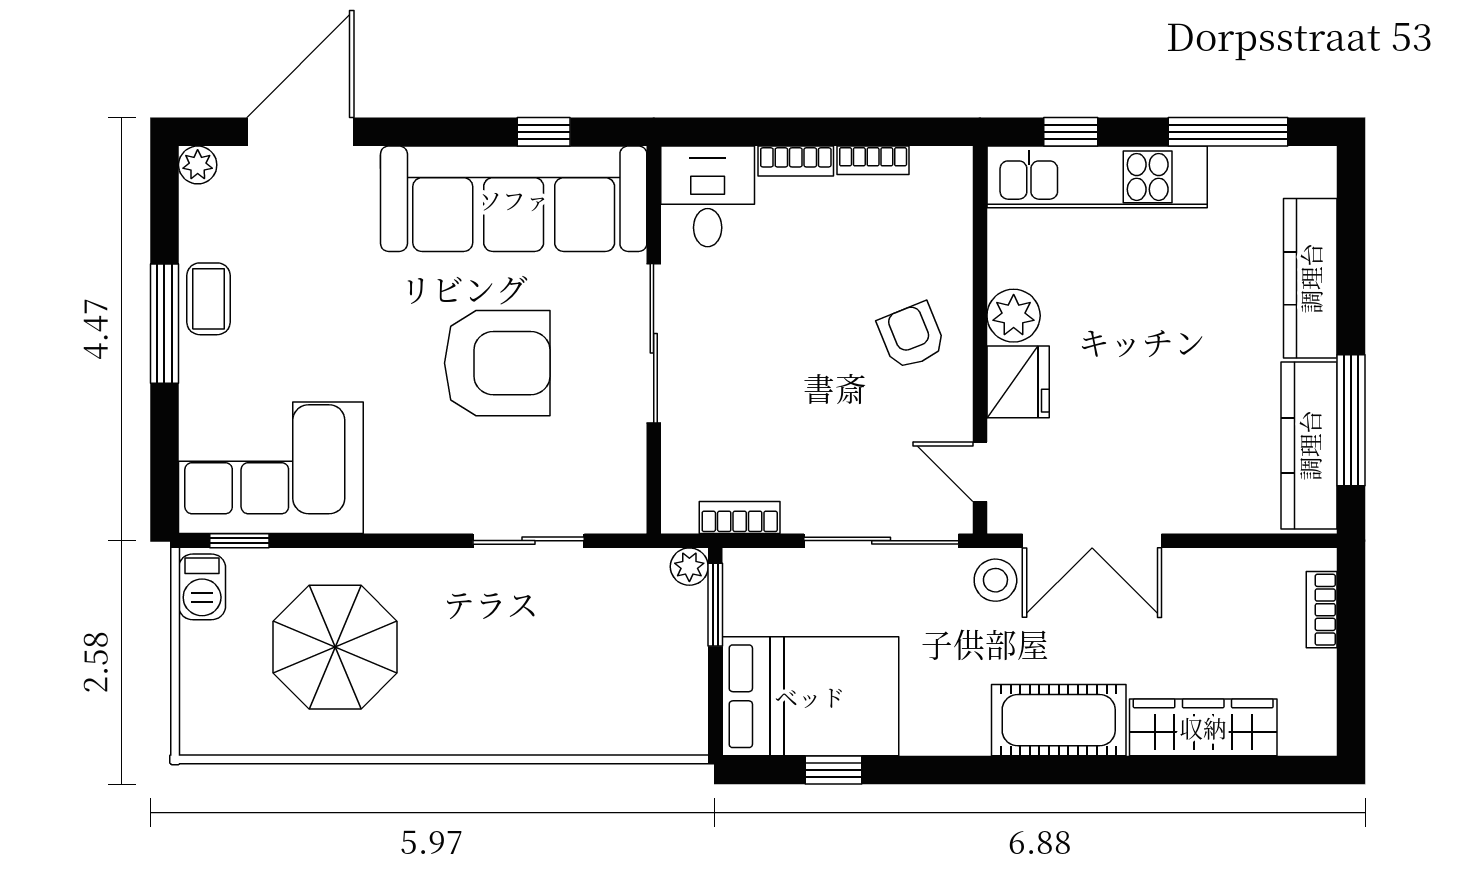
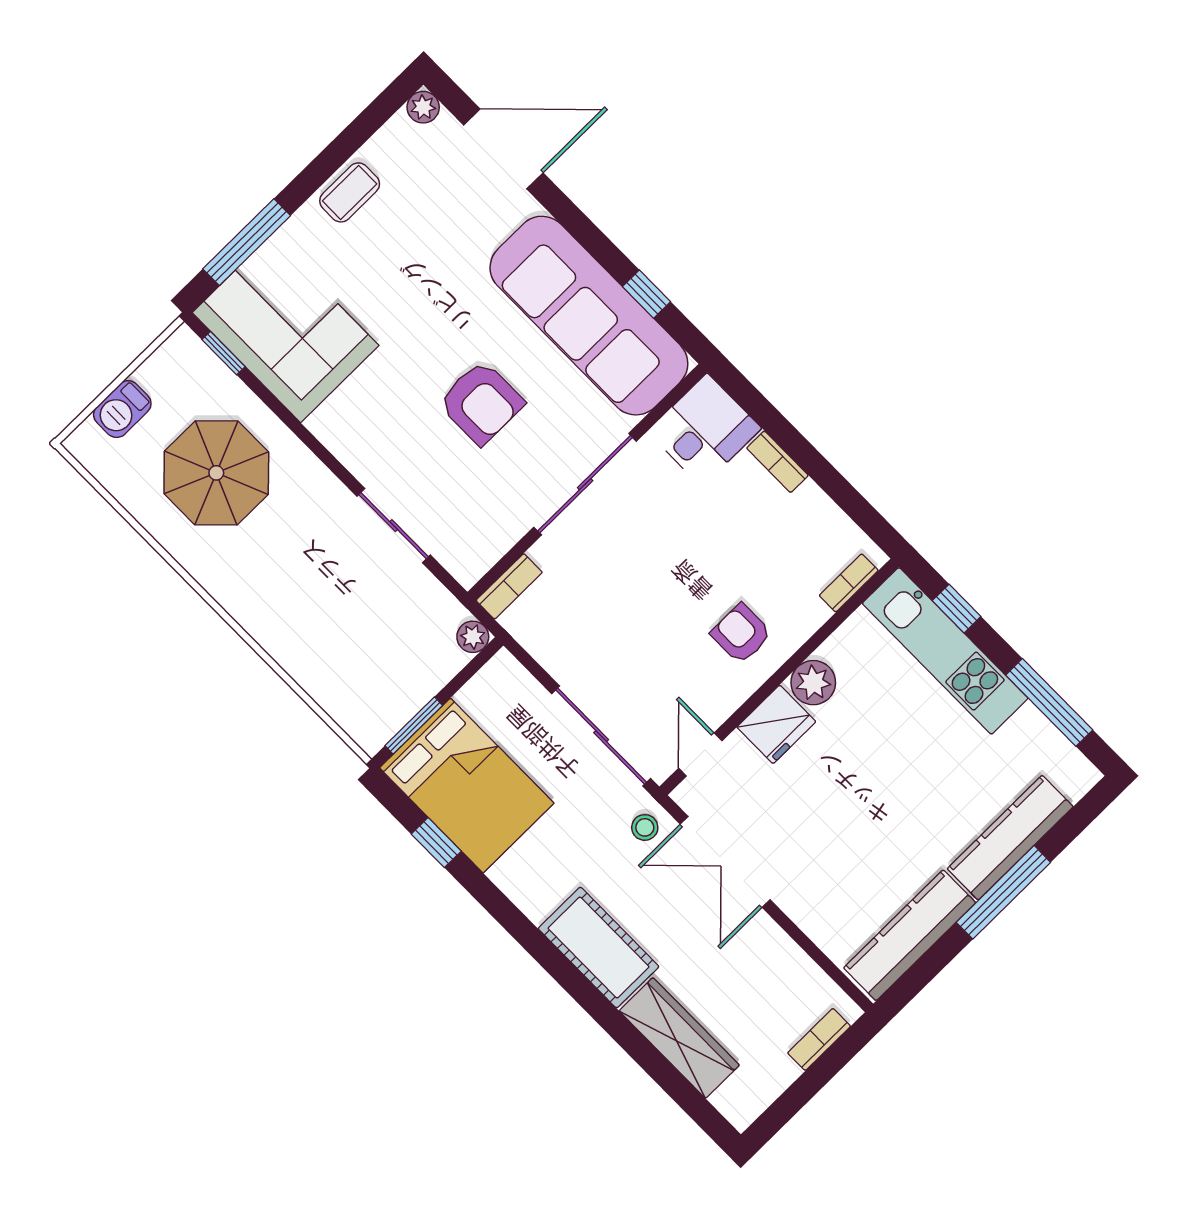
bookcase: (873, 160) -> (849, 583), moved, turned 90
window: (164, 324) -> (247, 242), moved
armchair: (912, 336) -> (741, 634), turned -68
armchair: (497, 363) -> (481, 403), width x0.73, depth x0.73
window: (1351, 420) -> (1003, 892), moved
bookcase: (740, 517) -> (509, 586), moved, turned 90
stool: (995, 580) -> (645, 827), width x0.73, depth x0.73
barbecue: (202, 587) -> (122, 409), moved
window: (715, 605) -> (414, 725), moved

